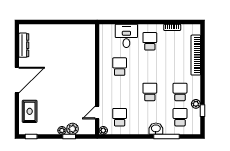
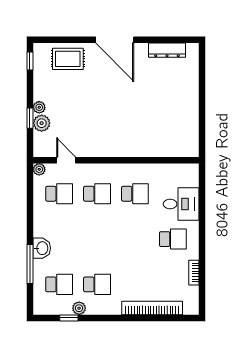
school desk: (150, 92) -> (97, 194), moved

